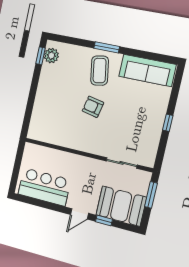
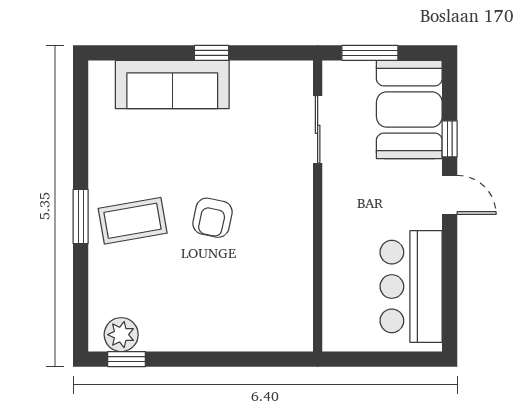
sofa: (147, 70) -> (172, 85), moved, turned 90

